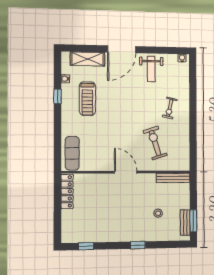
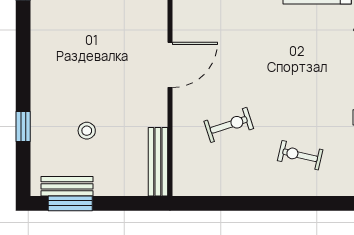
exercise bike: (155, 143) -> (229, 125), width x0.73, depth x0.72
window: (138, 245) -> (23, 126), moved

